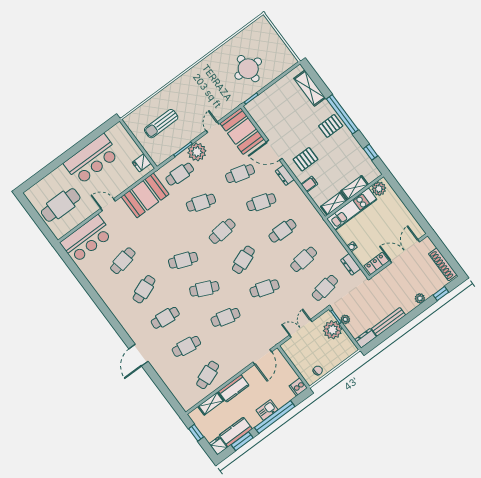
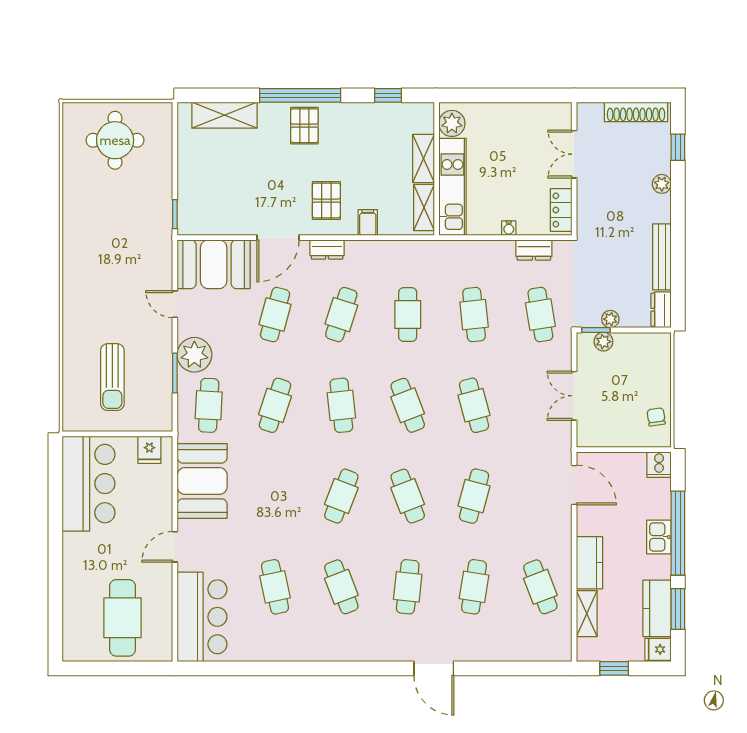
round table: (248, 69) -> (115, 140), moved
bar counter: (92, 159) -> (89, 484), moved
double door: (405, 251) -> (574, 154), width x0.73
cafe table: (265, 288) -> (474, 405), turned -33
cafe table: (204, 289) -> (408, 496), turned -45
plant: (332, 330) -> (603, 342), width x0.53, depth x0.53

